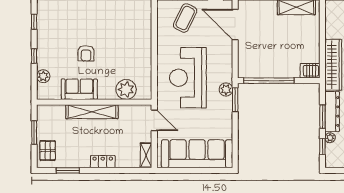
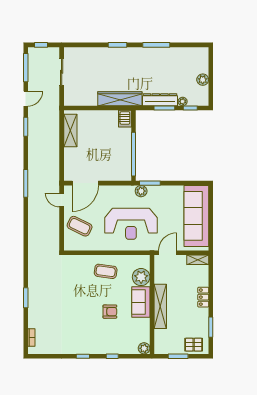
coffee table: (133, 48) -> (106, 271), added
plant: (43, 76) -> (144, 348), moved
sofa: (79, 89) -> (141, 302), moved

